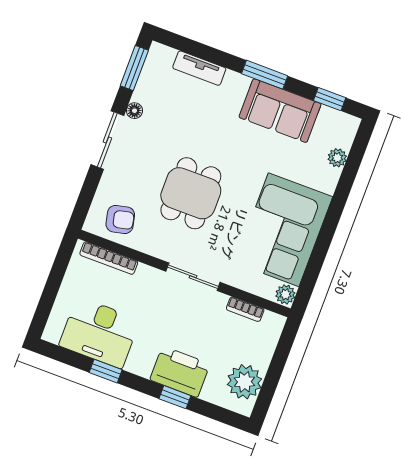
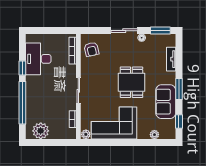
dining table: (191, 193) -> (131, 82), moved, turned 90
printer: (180, 372) -> (34, 101), removed
window: (175, 397) -> (22, 103), width x3.17

